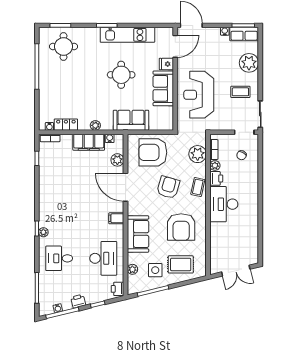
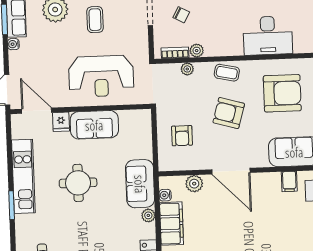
sofa: (131, 120) -> (140, 184), moved
armchair: (153, 152) -> (182, 136), width x0.53, depth x0.53
plant: (198, 154) -> (187, 69), width x0.53, depth x0.53
printer: (216, 178) -> (214, 48), removed
door: (126, 187) -> (231, 171), hinge flipped
desk: (224, 204) -> (268, 36), moved
filing cabinet: (116, 218) -> (289, 181), moved

